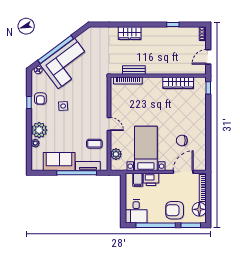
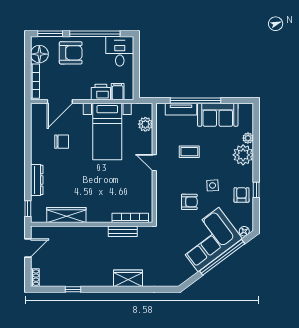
armchair: (81, 93) -> (189, 202), added
dresser: (201, 110) -> (37, 180), added
coffee table: (94, 144) -> (189, 152), moved

